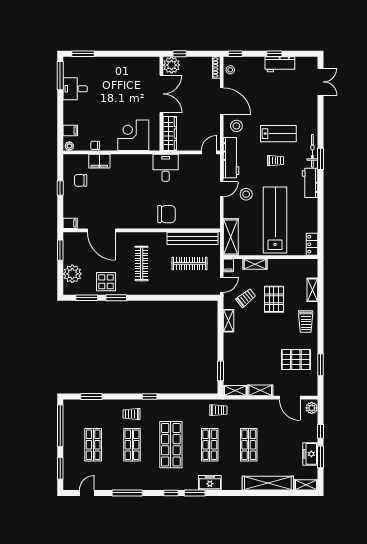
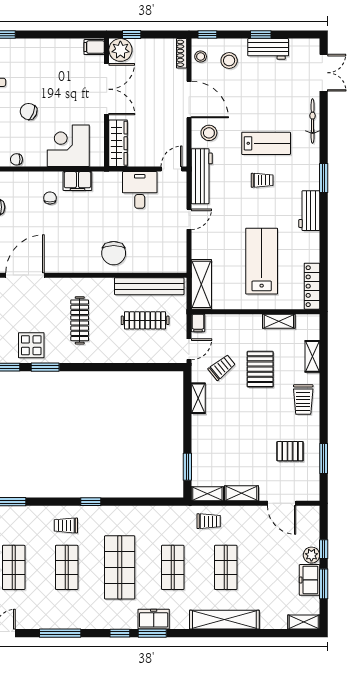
filing cabinet: (152, 63) -> (94, 47), added
chair: (104, 110) -> (29, 111), added
bicycle: (312, 151) -> (313, 121), moved
filing cabinet: (99, 161) -> (77, 181), moved
desk: (166, 168) -> (140, 190), moved
chair: (120, 174) -> (50, 198), added
stool: (246, 194) -> (229, 61), moved
chair: (166, 214) -> (114, 253), turned 90
lab bench: (275, 220) -> (262, 261), width x0.73
door: (101, 230) -> (25, 275), swing flipped
locker: (312, 244) -> (312, 286), width x1.53
shelving: (255, 264) -> (279, 321), moved
pallet: (296, 359) -> (290, 451), width x0.67, depth x0.71
plant: (312, 408) -> (311, 555), moved
trolley: (218, 410) -> (209, 521), moved
freezer: (210, 483) -> (154, 619), moved
shelving: (268, 483) -> (224, 620), moved

